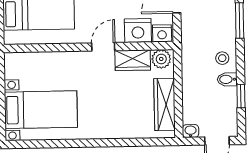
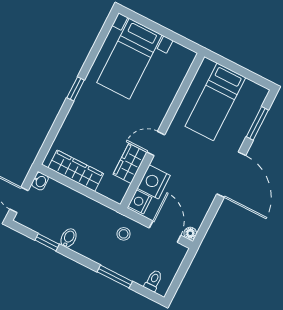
door: (103, 47) -> (156, 144), swing flipped
stool: (222, 58) -> (124, 234), moved
plant: (161, 59) -> (118, 189), removed
window: (93, 143) -> (76, 89), added

